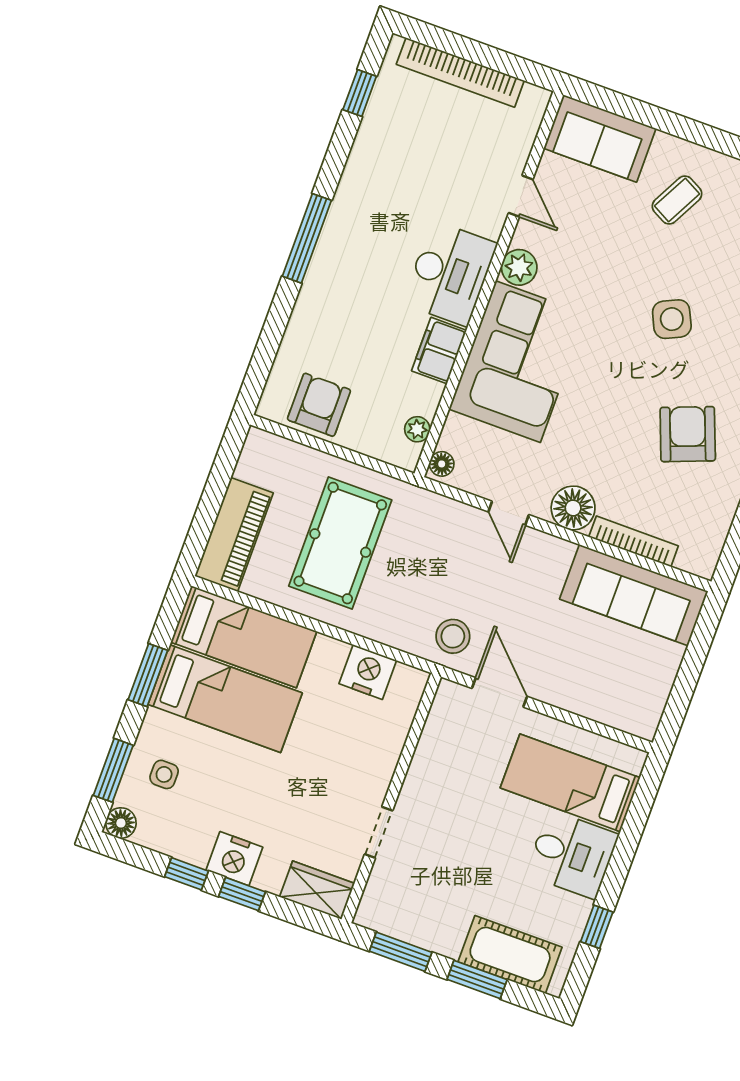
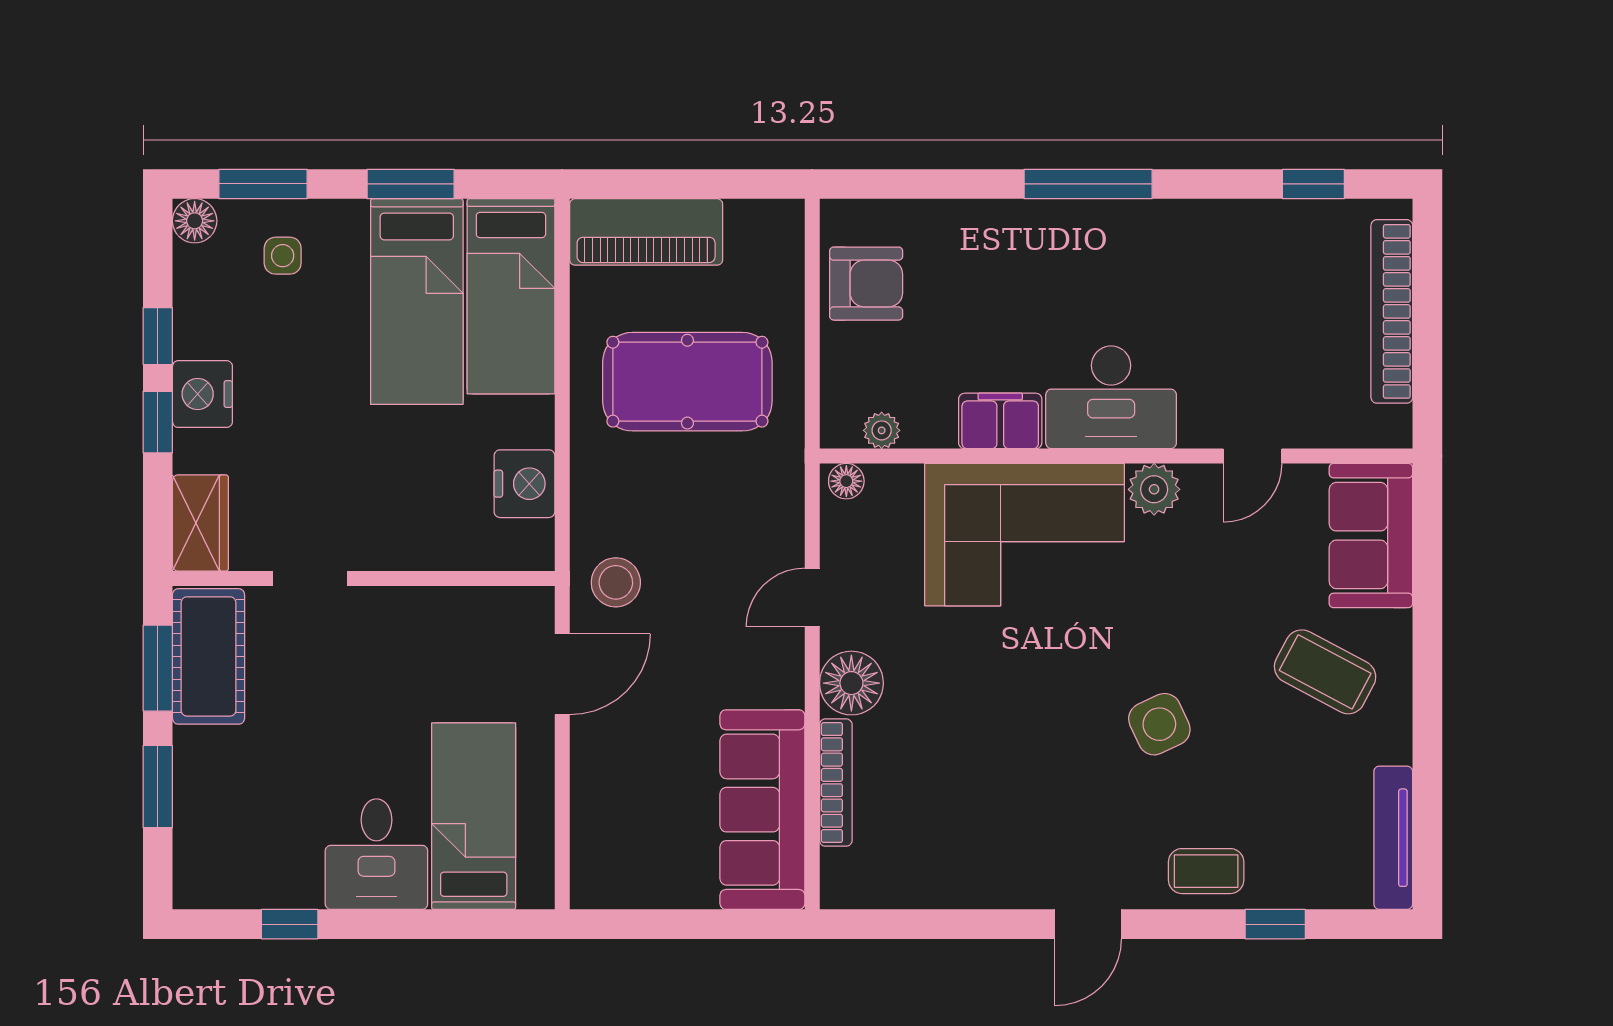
coffee table: (677, 200) -> (1325, 672), width x1.36, depth x1.30
armchair: (688, 434) -> (1010, 803), removed
cot: (510, 955) -> (208, 656), moved

